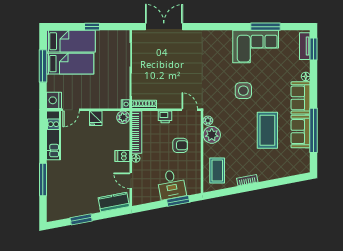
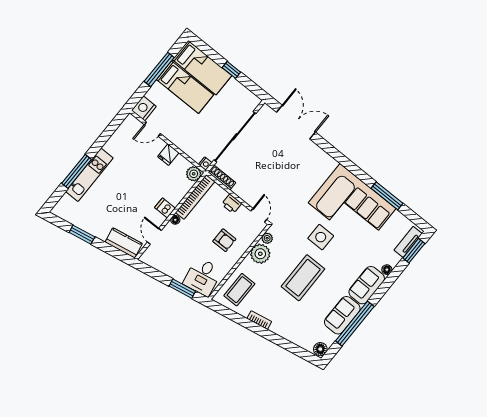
corner sofa: (256, 47) -> (352, 206), width x1.36, depth x1.36
coffee table: (267, 130) -> (303, 278), moved
kitchen unit: (53, 135) -> (89, 175), moved
floor lamp: (304, 166) -> (320, 349), added
desk: (171, 185) -> (203, 277), moved

